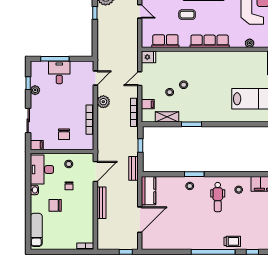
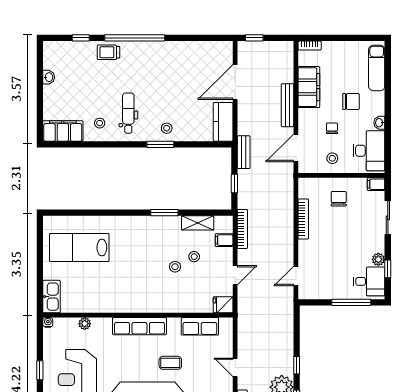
desk: (59, 72) -> (369, 281), moved, turned -90
plant: (103, 102) -> (285, 244), removed
filing cabinet: (86, 216) -> (309, 87), added

